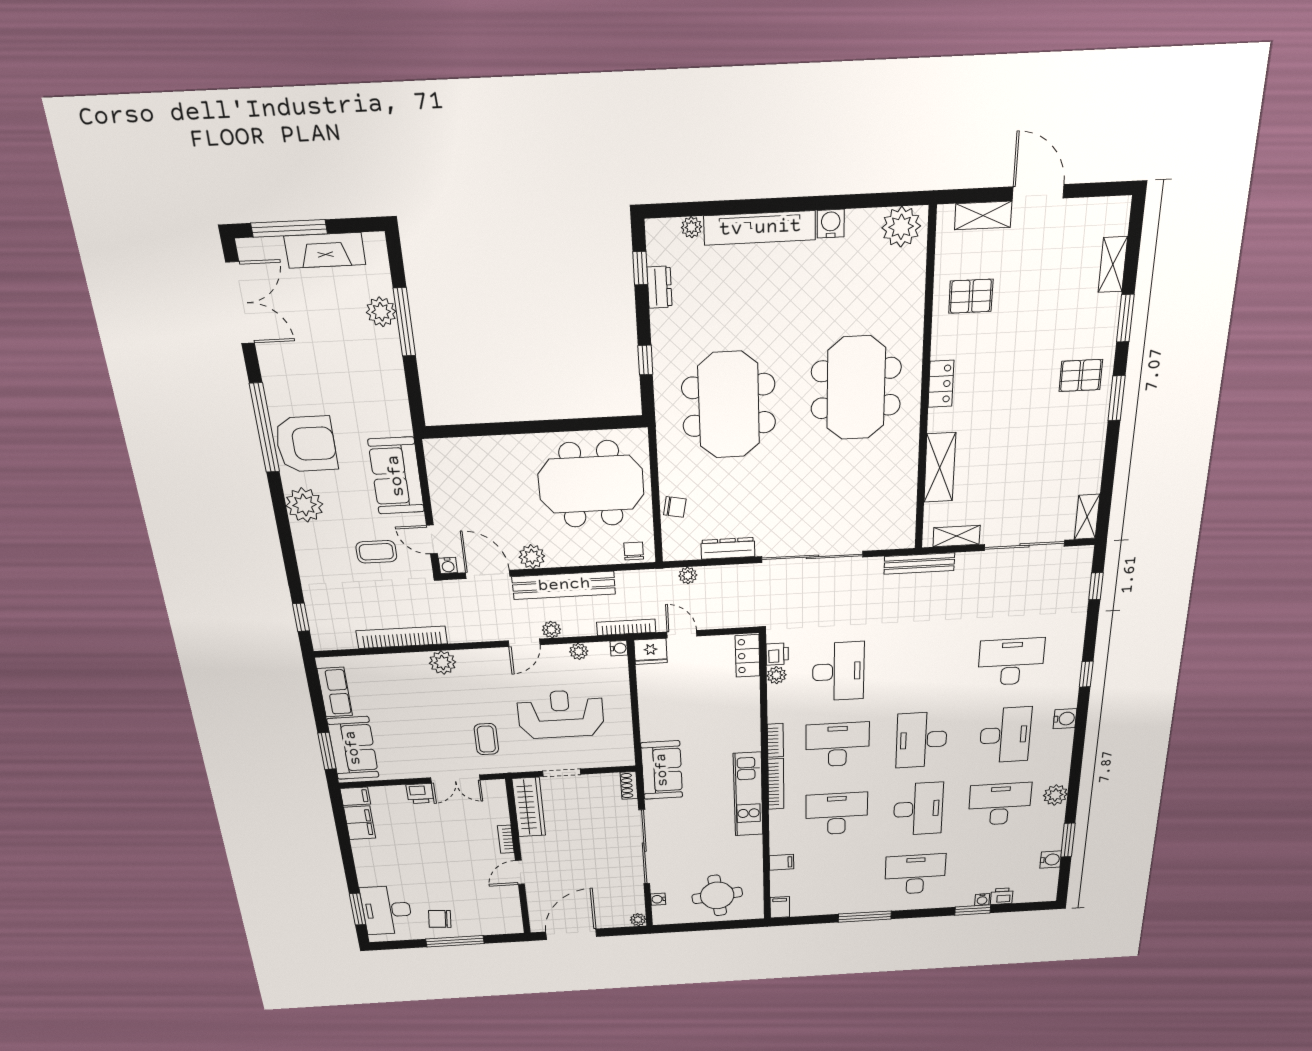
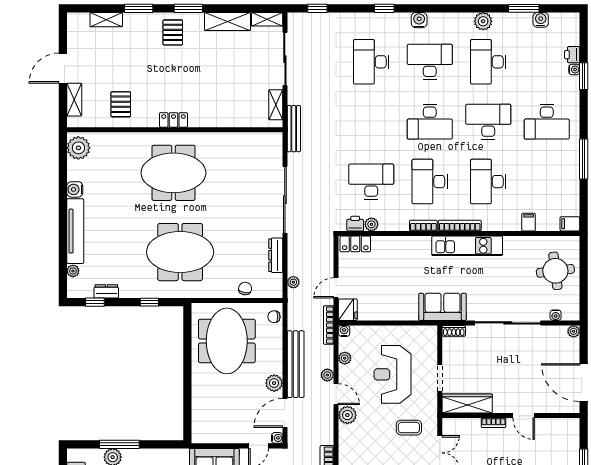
shelving: (940, 468) -> (227, 21), moved
plant: (443, 663) -> (347, 415), moved
desk: (915, 874) -> (547, 122), turned -90

